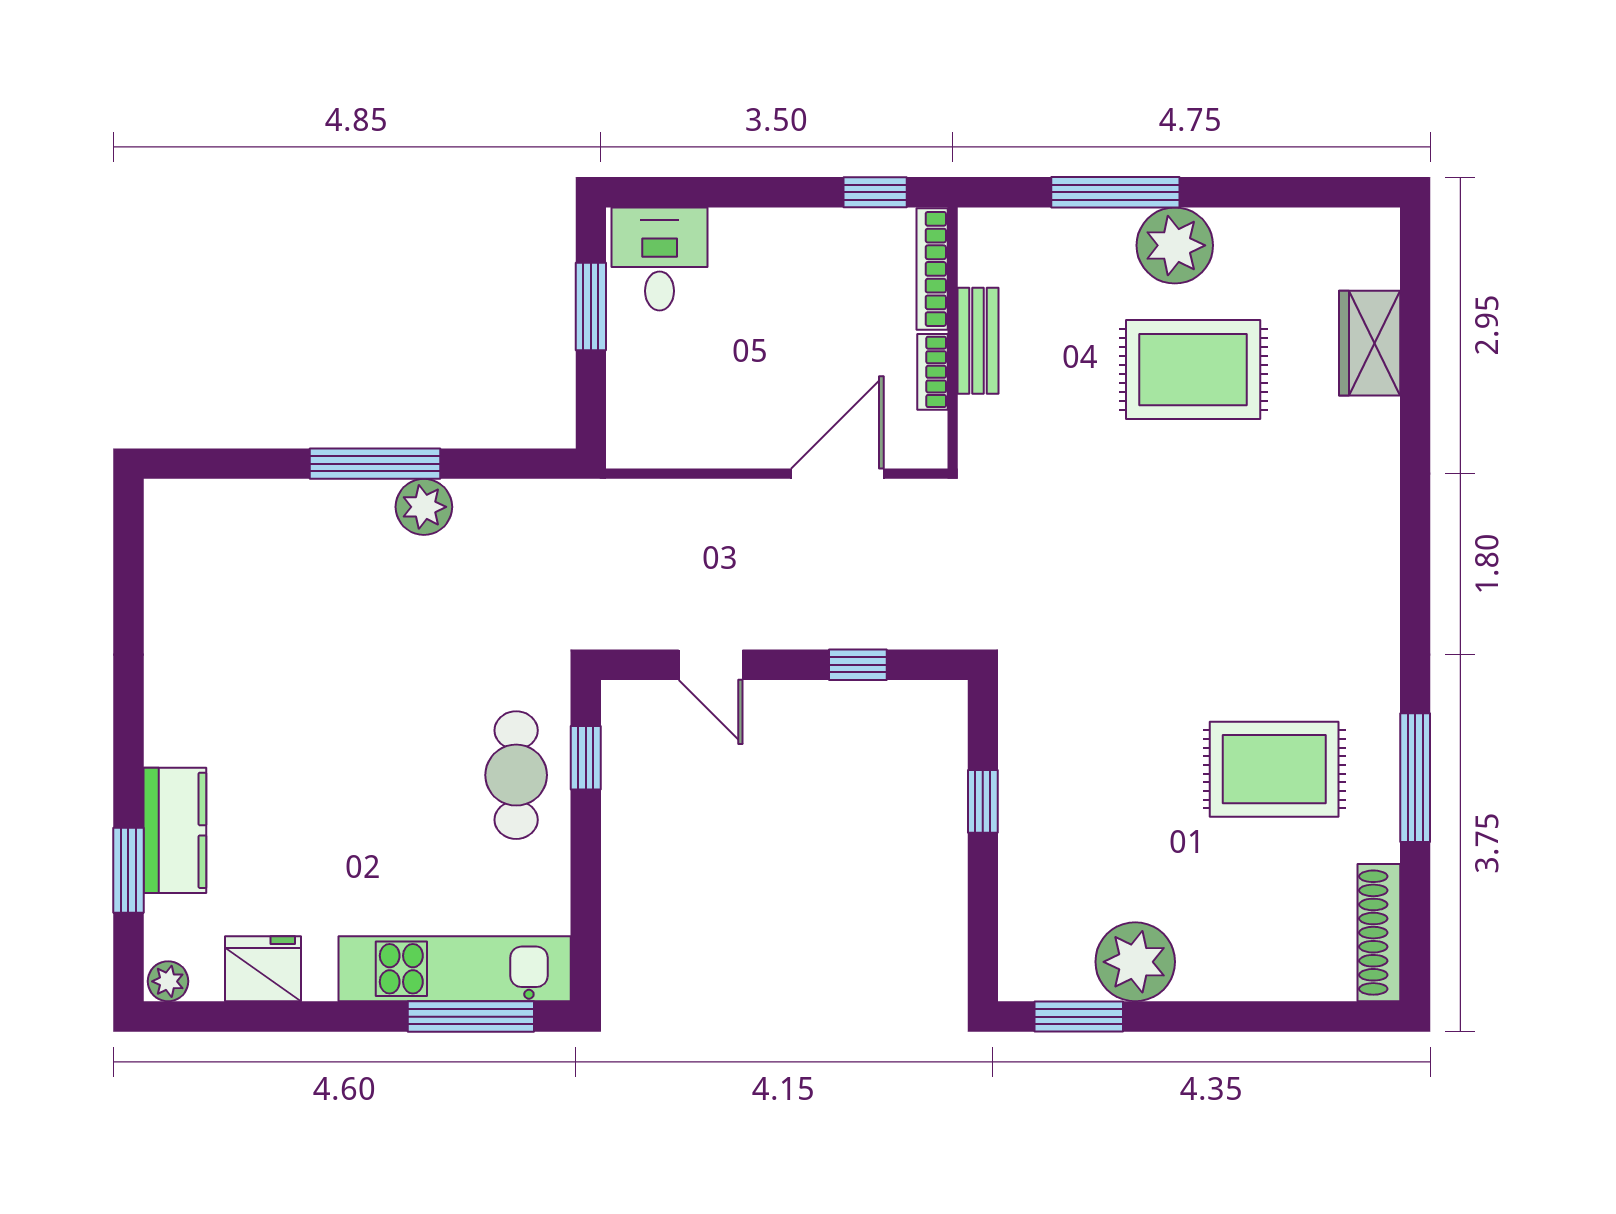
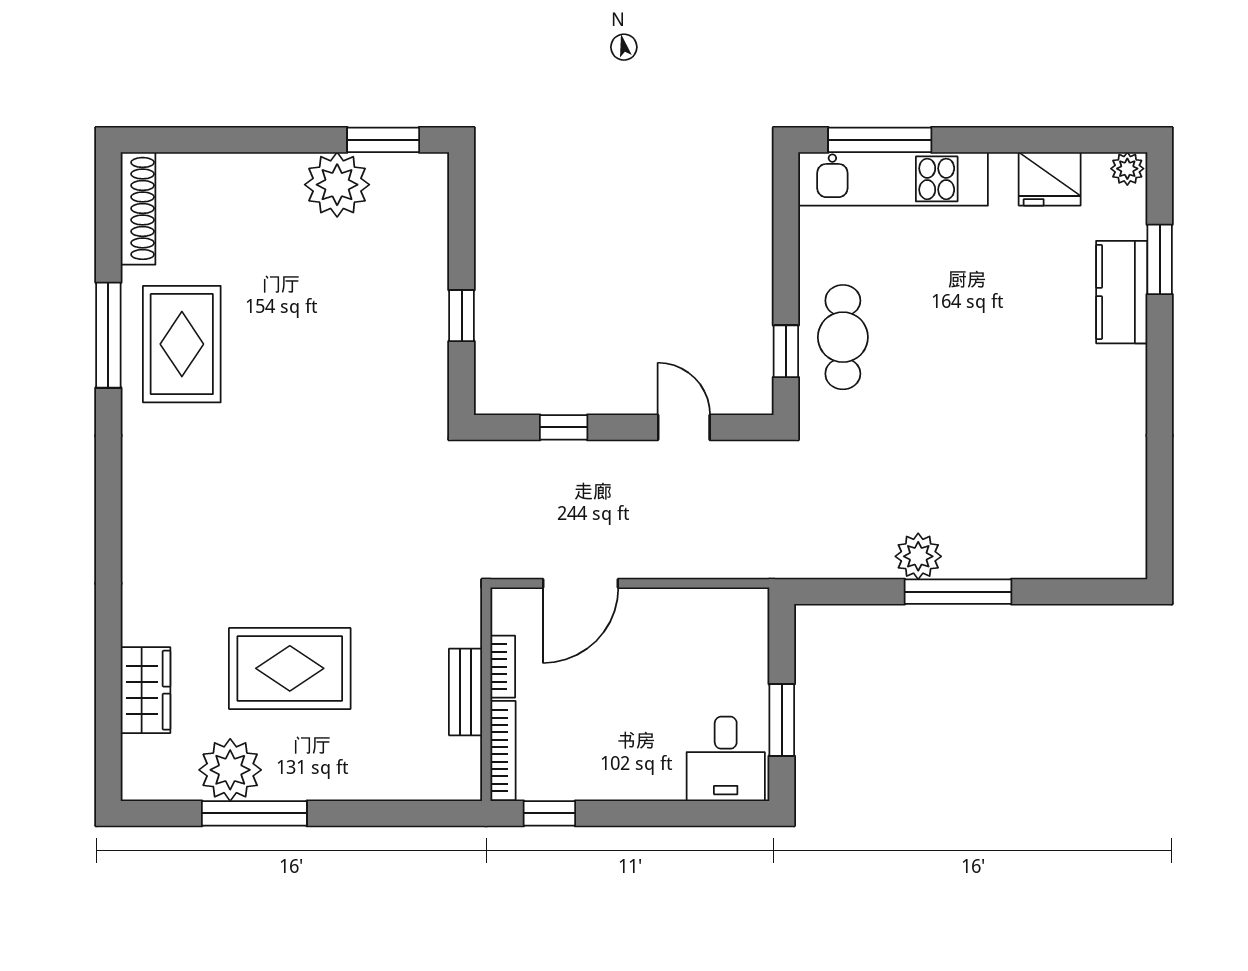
window: (1115, 192) -> (254, 813), moved
plant: (1175, 245) -> (230, 770), moved
rug: (1274, 769) -> (182, 344), moved, turned 90

